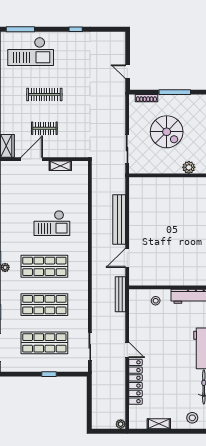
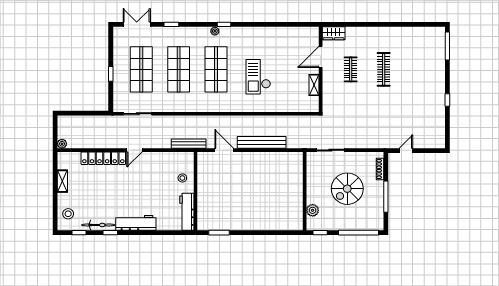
checkout: (31, 52) -> (426, 56), removed
door: (32, 159) -> (321, 57), swing flipped

